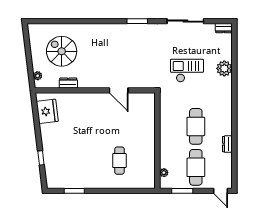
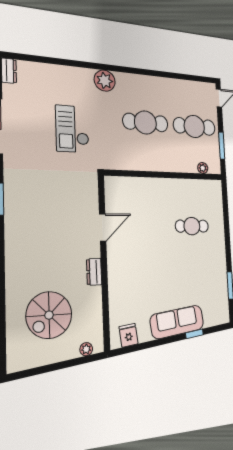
plant: (224, 68) -> (105, 81), moved
dresser: (68, 83) -> (94, 272), moved
fridge: (47, 111) -> (128, 335), width x0.53, depth x0.75
sofa: (50, 144) -> (177, 322), added
dresser: (227, 144) -> (165, 83), removed

